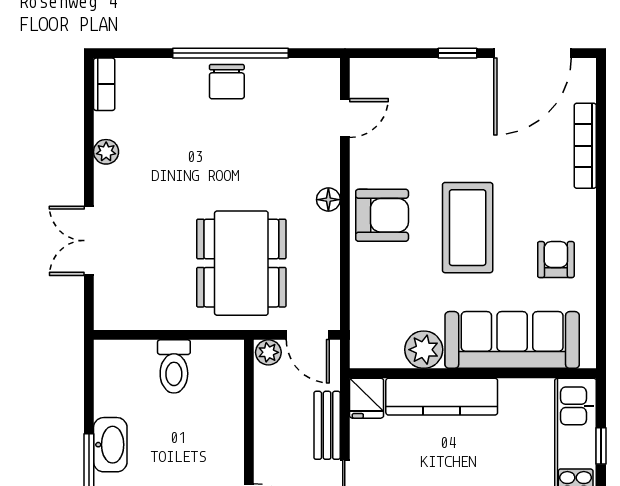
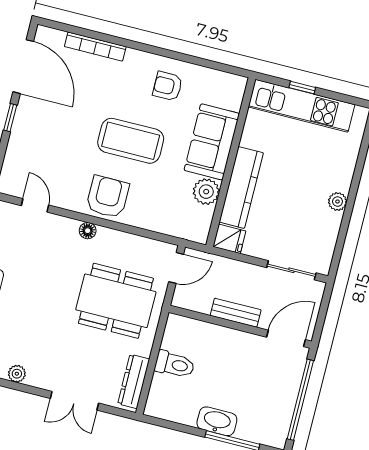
dresser: (136, 316) -> (134, 381), added
sofa: (512, 340) -> (212, 142), width x0.73
plant: (268, 352) -> (181, 298), removed
bench: (327, 425) -> (236, 313), moved

